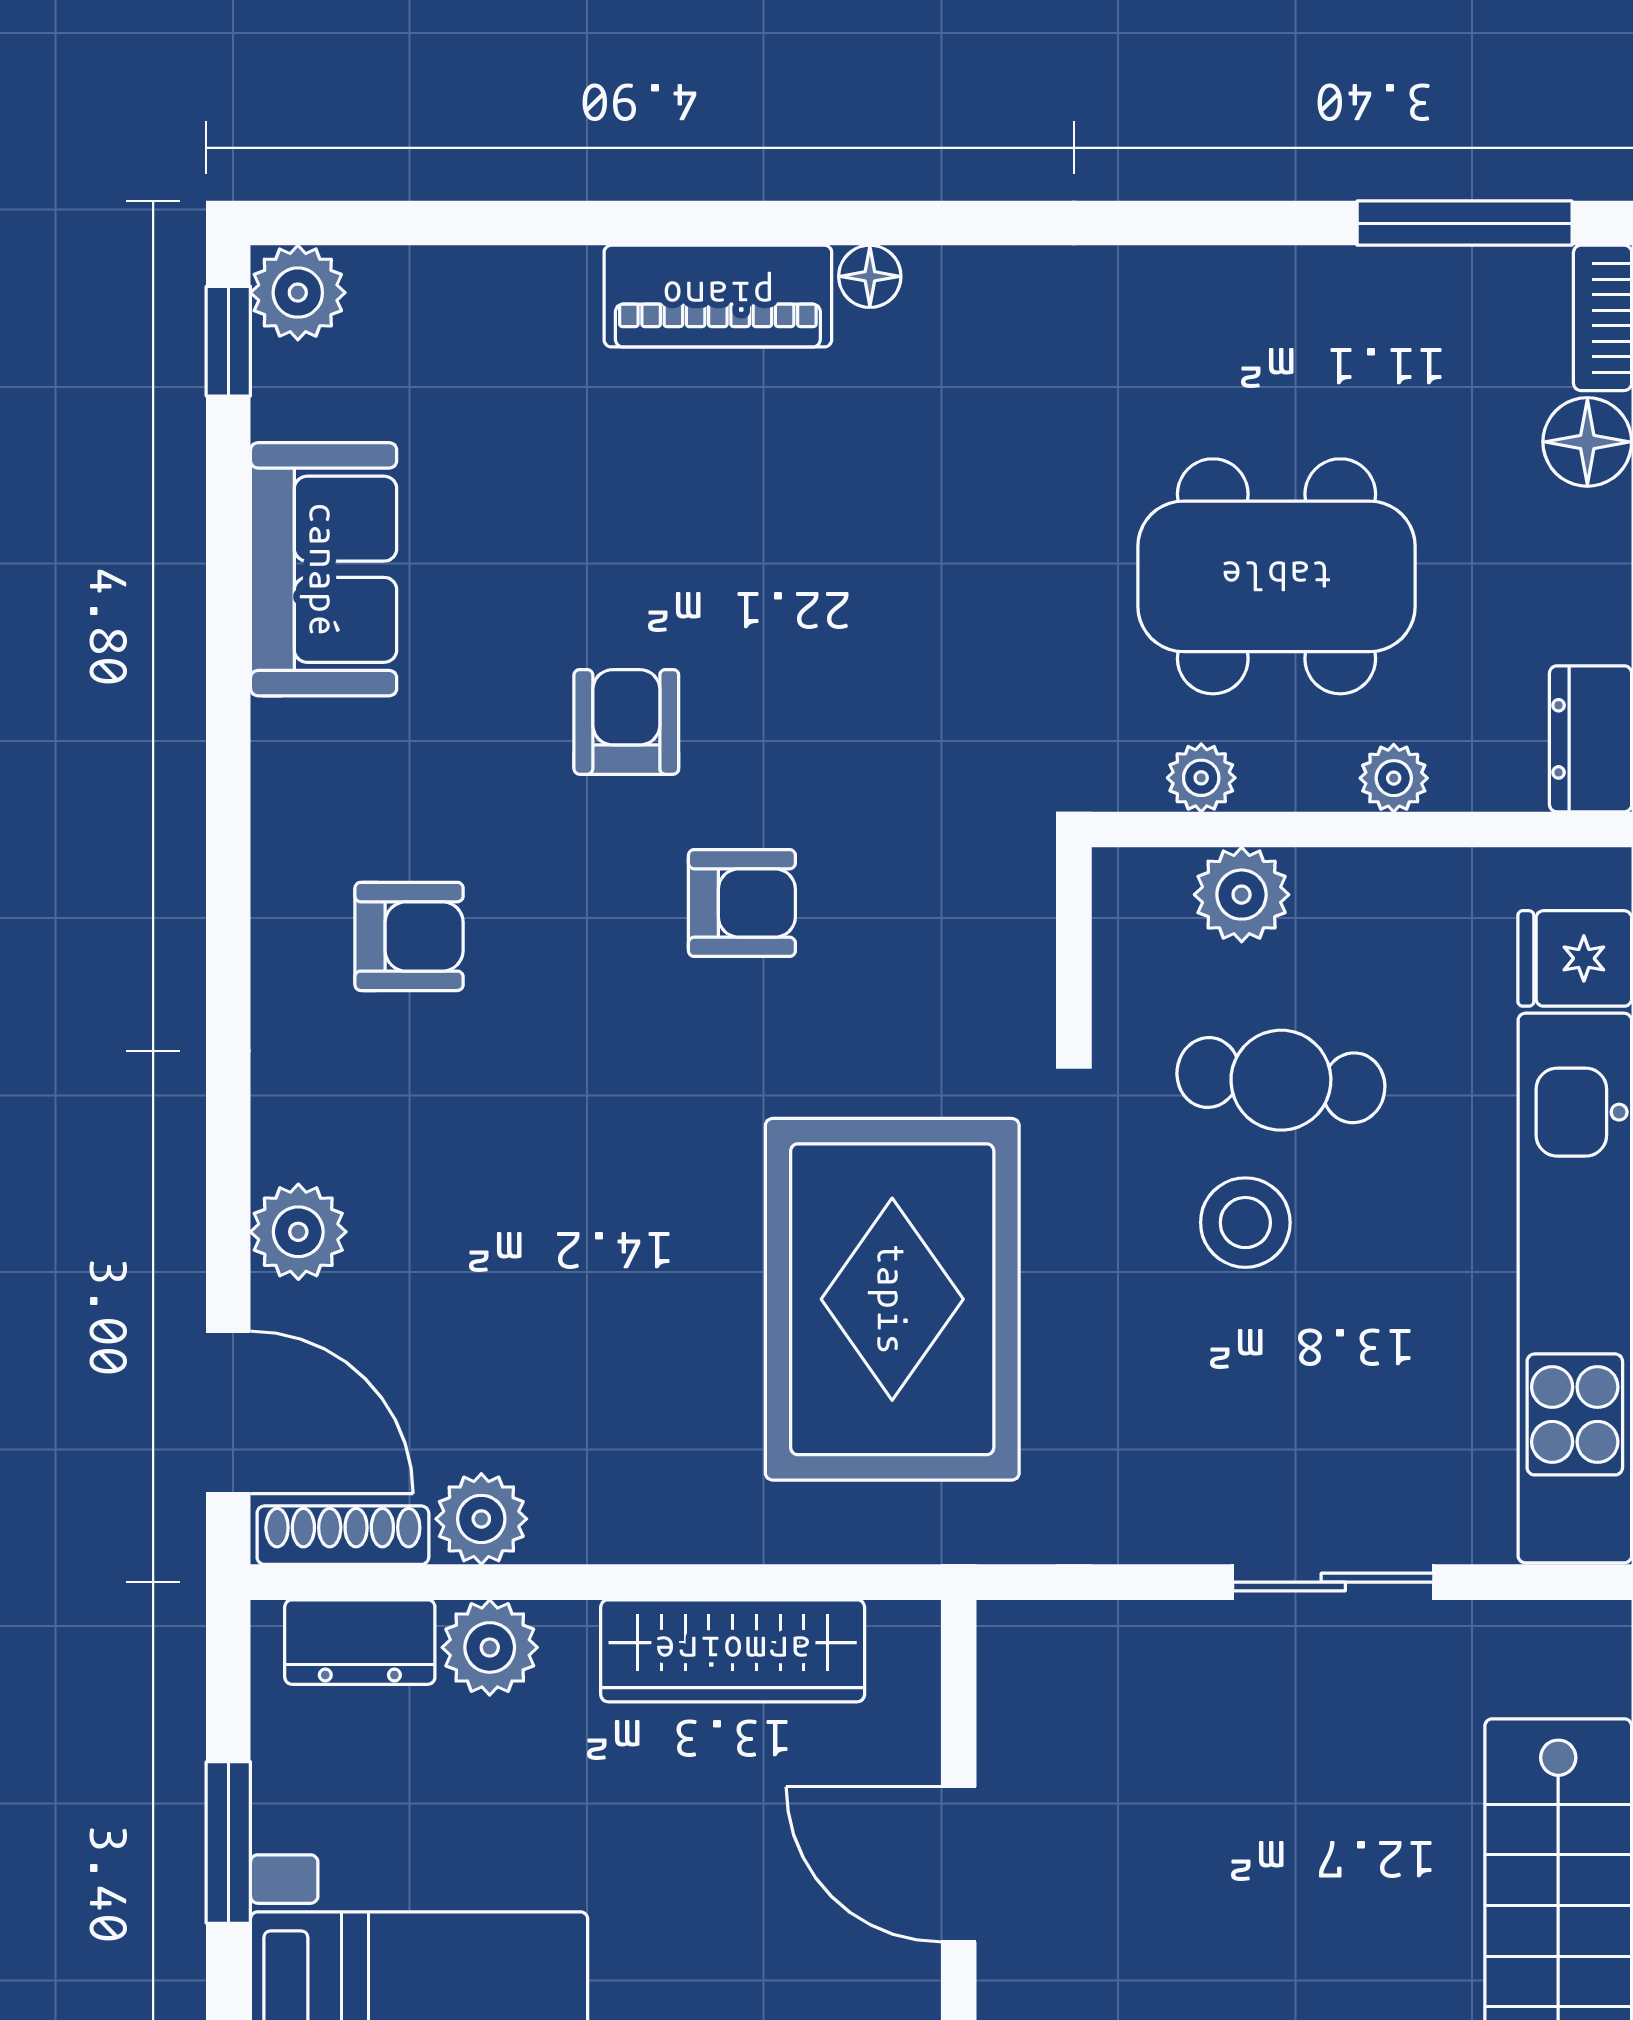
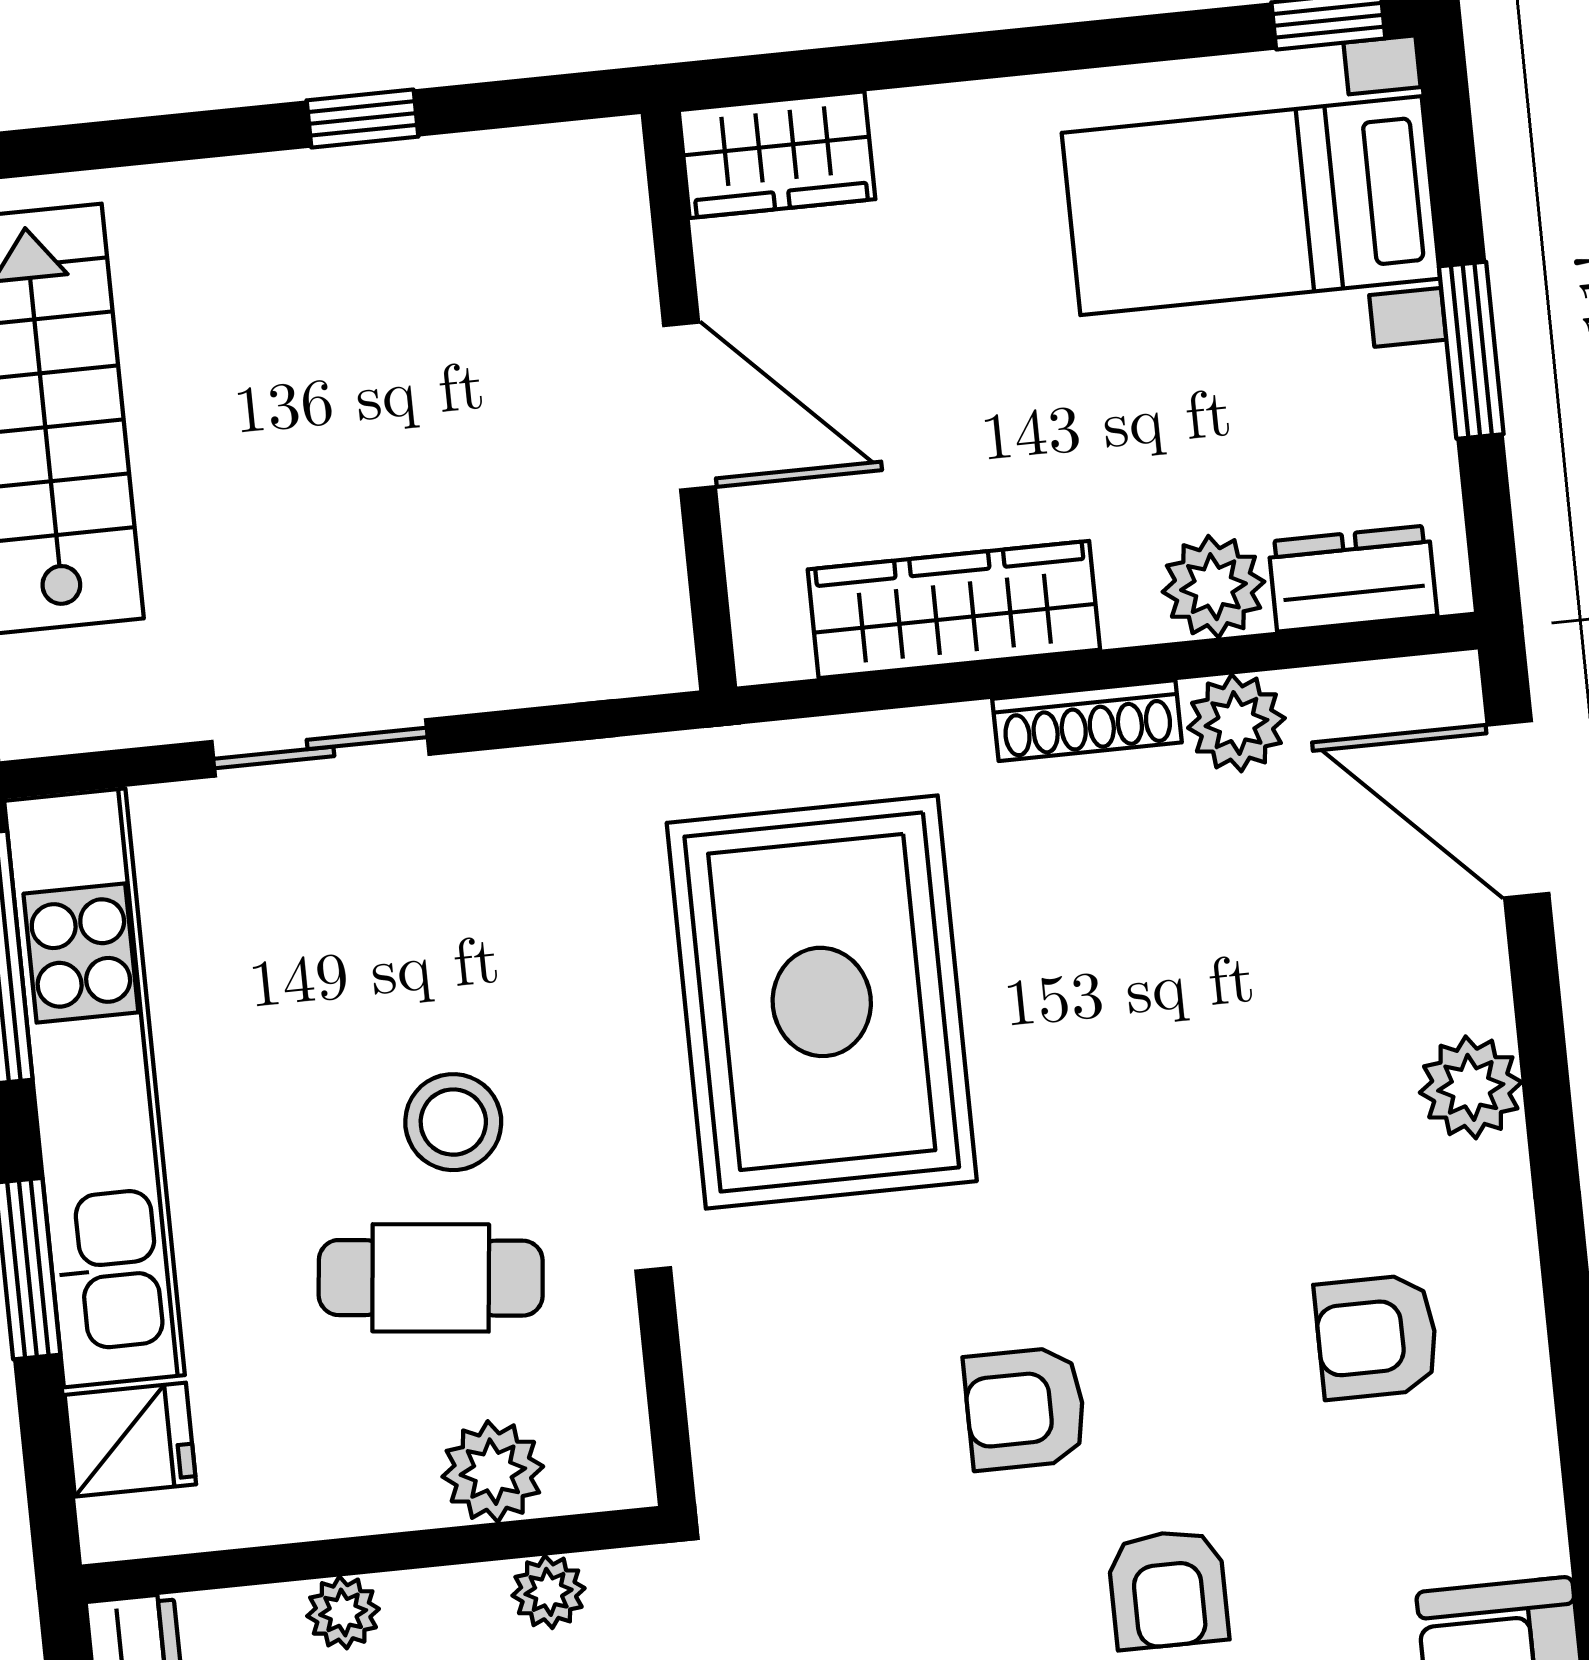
plant: (298, 1232) -> (1471, 1087), moved
shoe rack: (343, 1535) -> (1087, 721), moved

